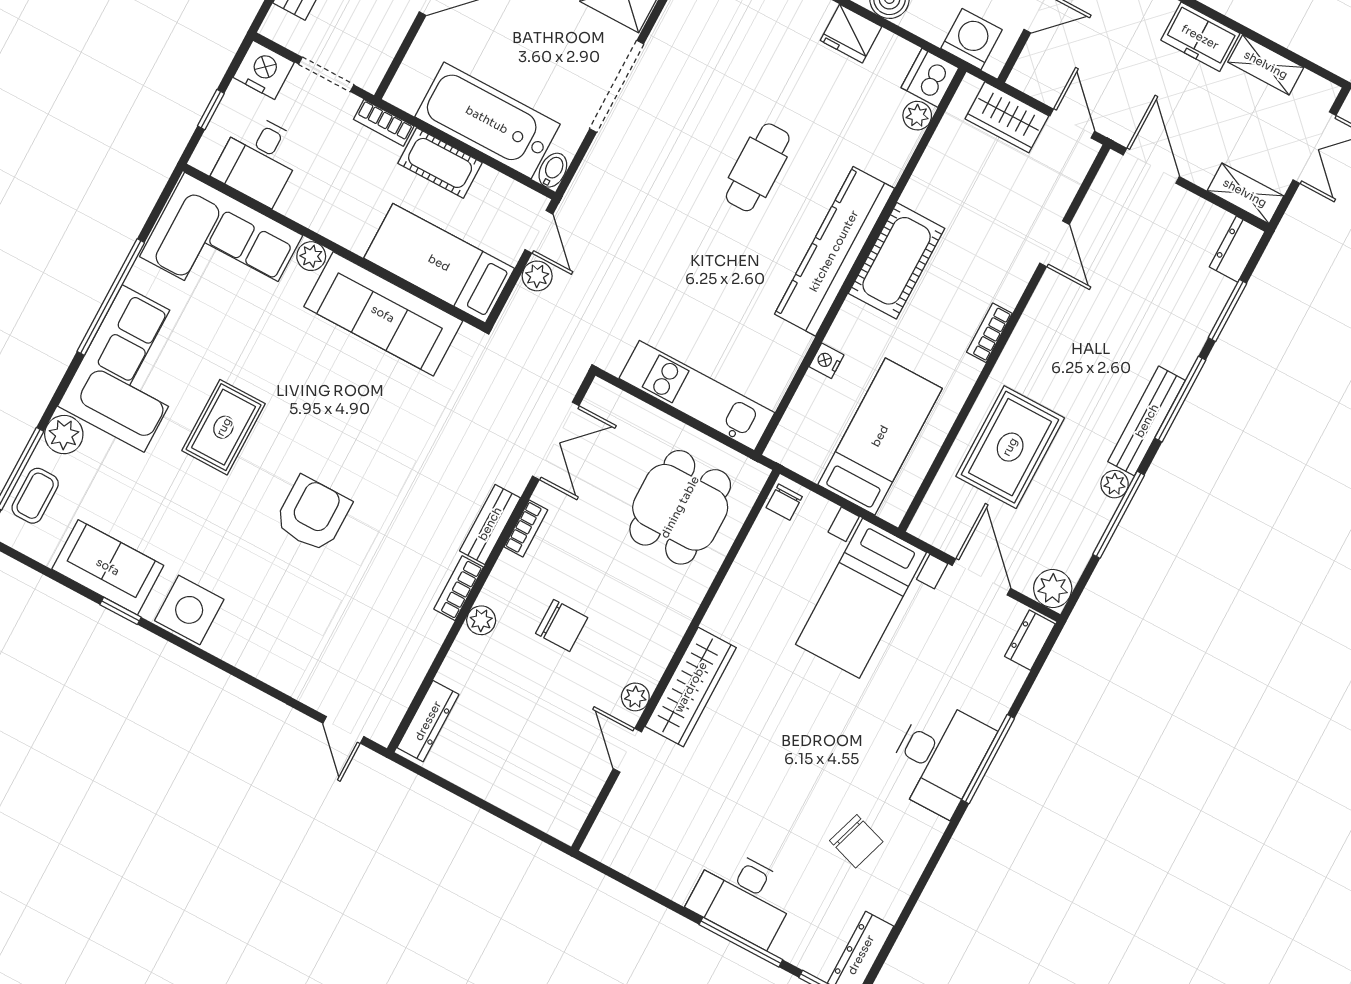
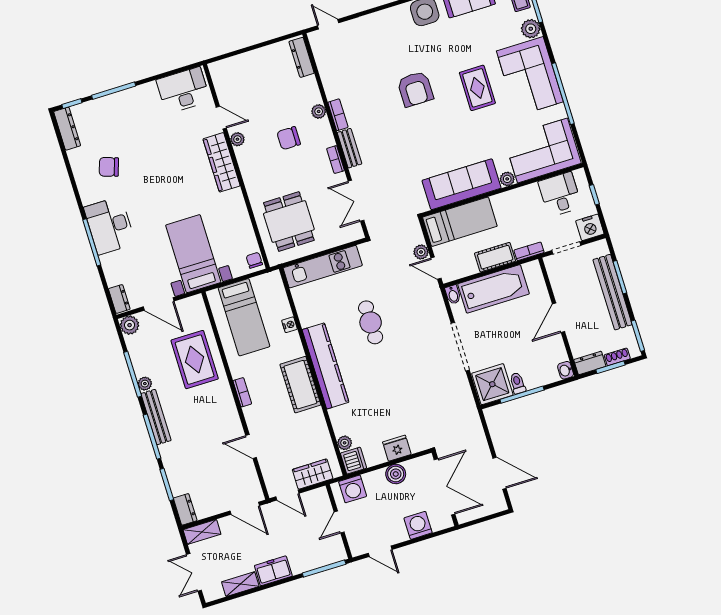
cafe table: (758, 167) -> (371, 322), moved
desk: (743, 897) -> (183, 90), moved

